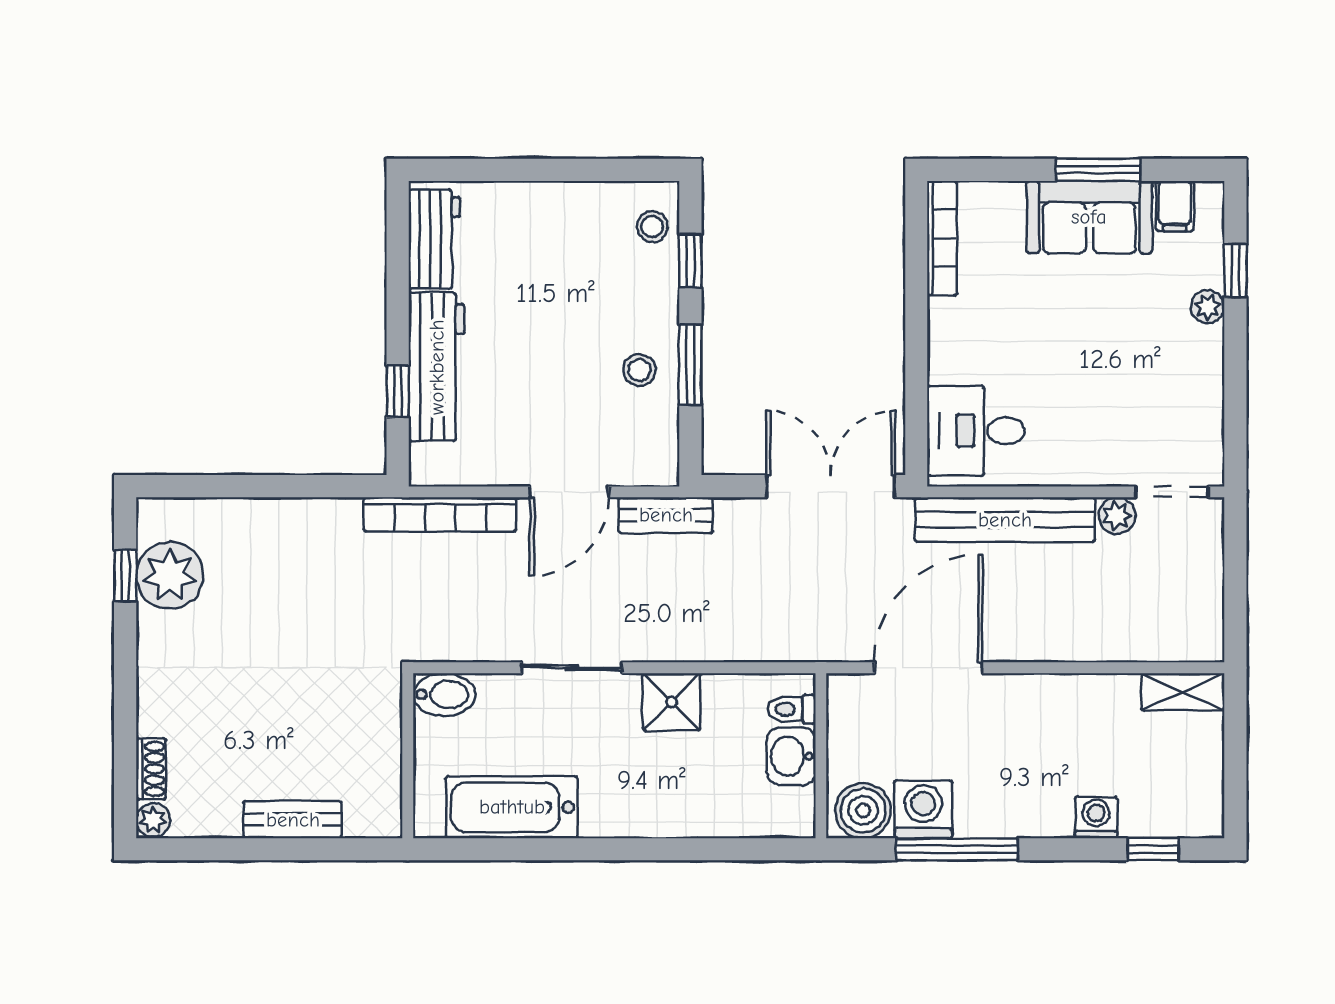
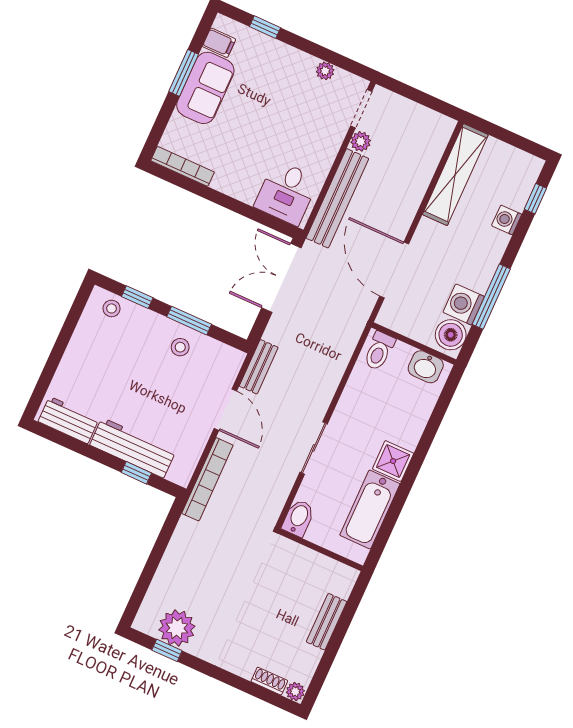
plant: (1208, 307) -> (325, 71), moved
shelving: (1183, 692) -> (455, 175), width x2.20, depth x1.33
shower: (672, 702) -> (393, 461), moved
toilet: (792, 709) -> (379, 351), width x1.37, depth x1.39
washbasin: (791, 756) -> (426, 367), moved

